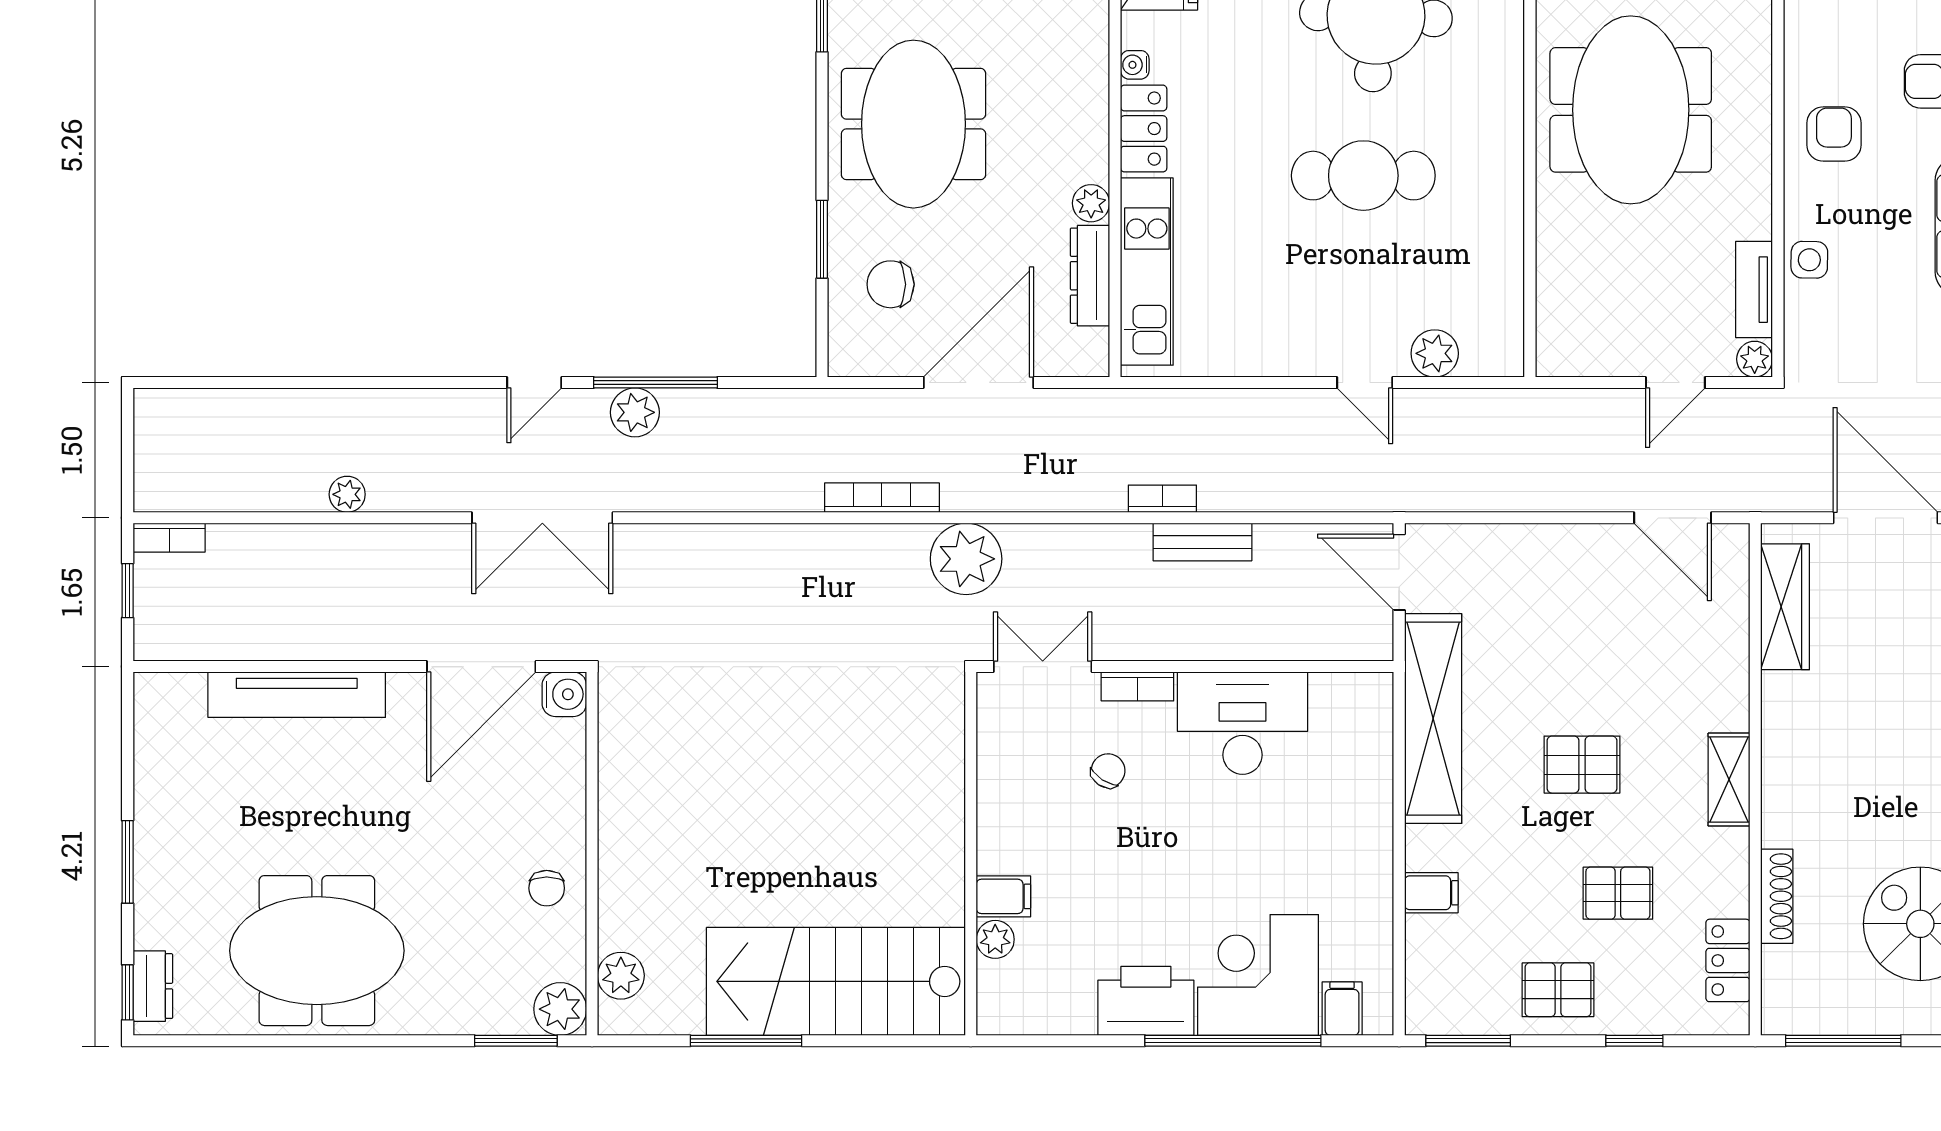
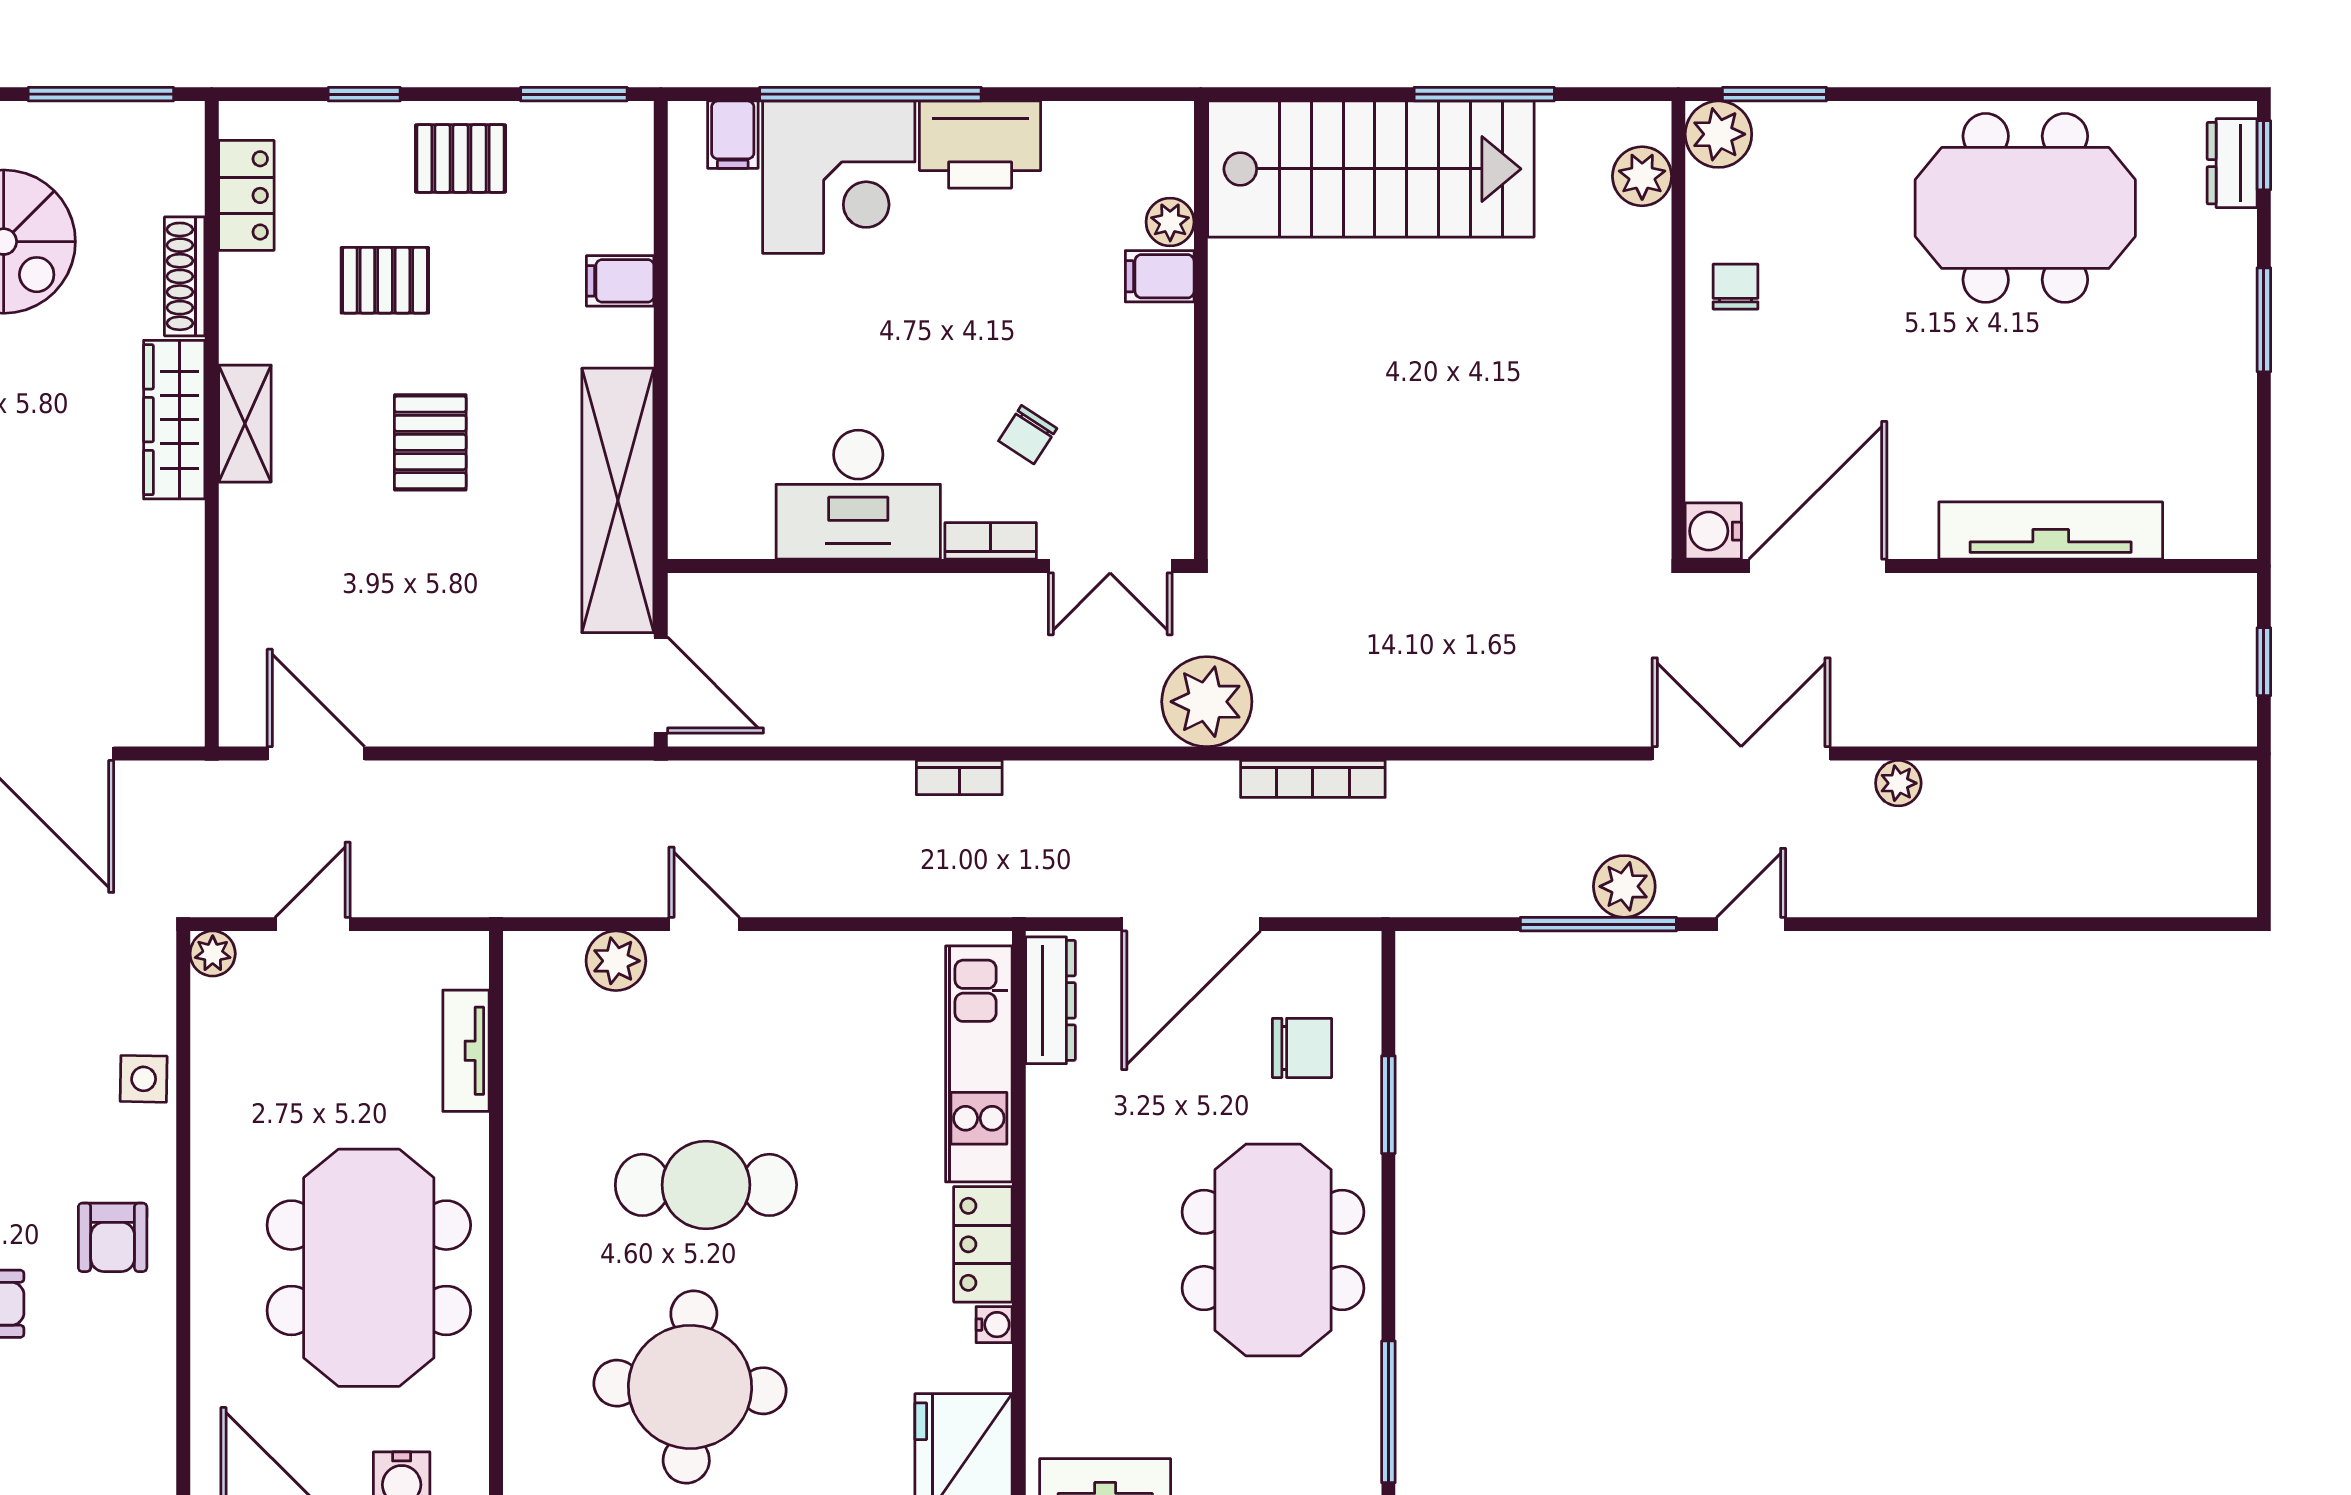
plant: (1091, 203) -> (1049, 1150), removed
dresser: (1090, 276) -> (1051, 1000), moved
tv unit: (1754, 290) -> (466, 1051), moved, turned 180
plant: (347, 494) -> (1898, 783), moved
bookcase: (169, 538) -> (2212, 729), removed
bench: (1202, 542) -> (909, 723), removed
wardrobe: (1785, 607) -> (174, 420), moved
pallet: (1582, 765) -> (430, 442), turned 90

